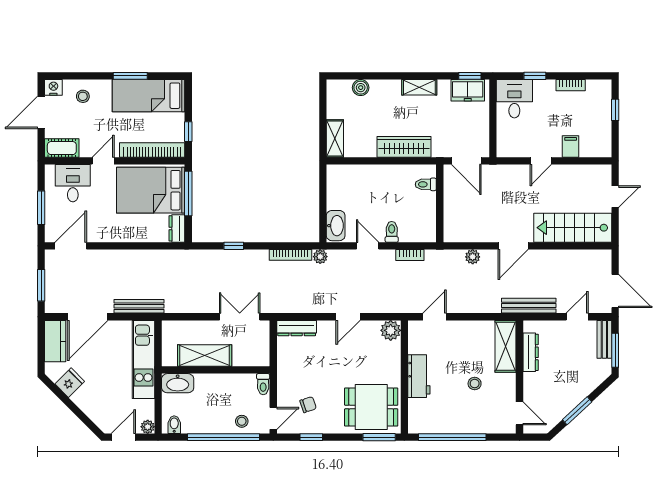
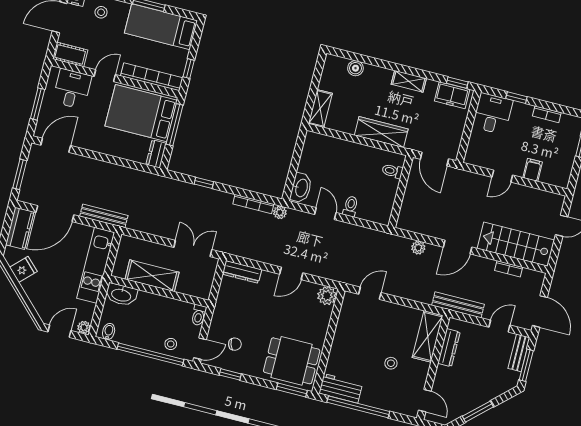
bookcase: (410, 255) -> (509, 269), moved
workbench: (419, 376) -> (341, 388), moved, turned -90

